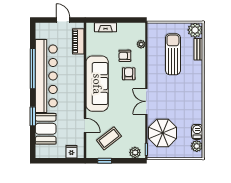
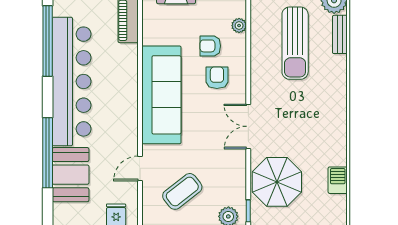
sun lounger: (173, 54) -> (295, 43), turned 180
window: (33, 69) -> (48, 41), moved
window: (33, 116) -> (48, 153), width x2.11
door: (85, 125) -> (140, 168), swing flipped
plant: (197, 146) -> (337, 205), removed

